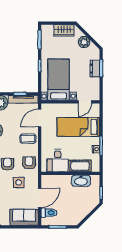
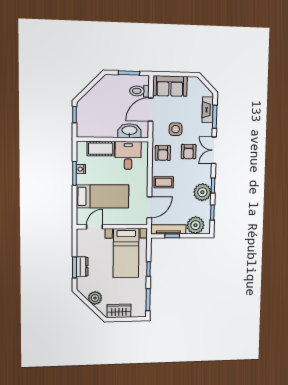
washbasin: (81, 181) -> (129, 131), moved

